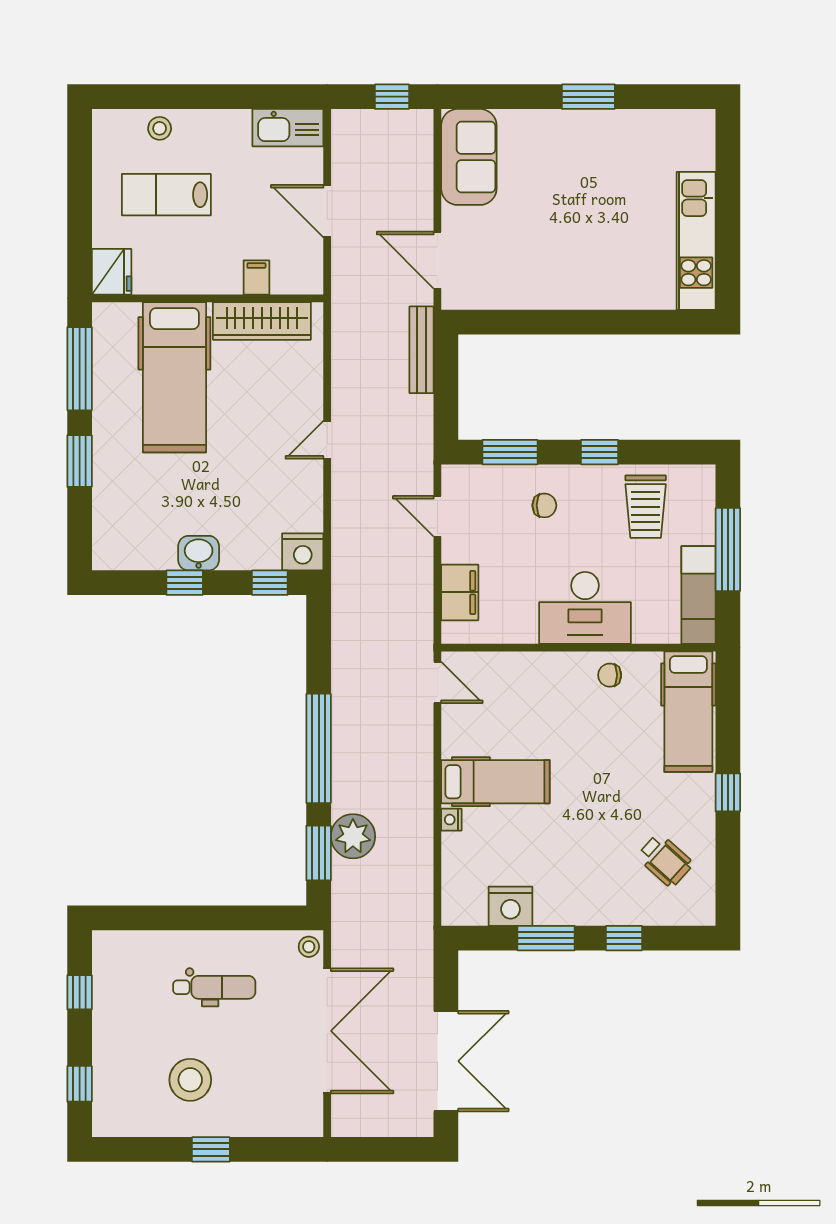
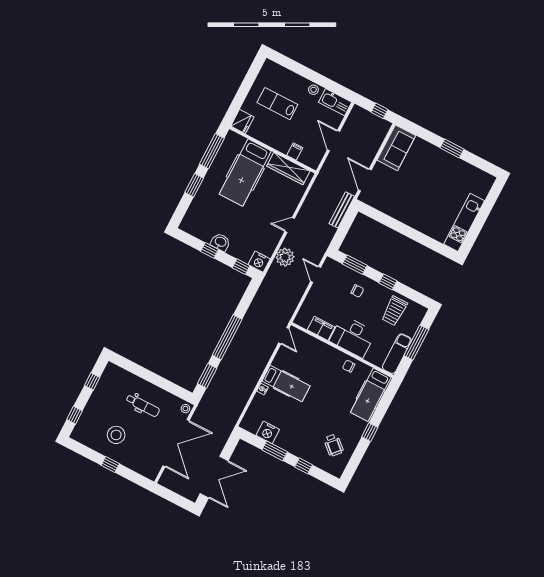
stool: (160, 128) -> (313, 90), moved
filing cabinet: (460, 592) -> (321, 328), moved, turned -90
plant: (353, 836) -> (285, 257), moved

